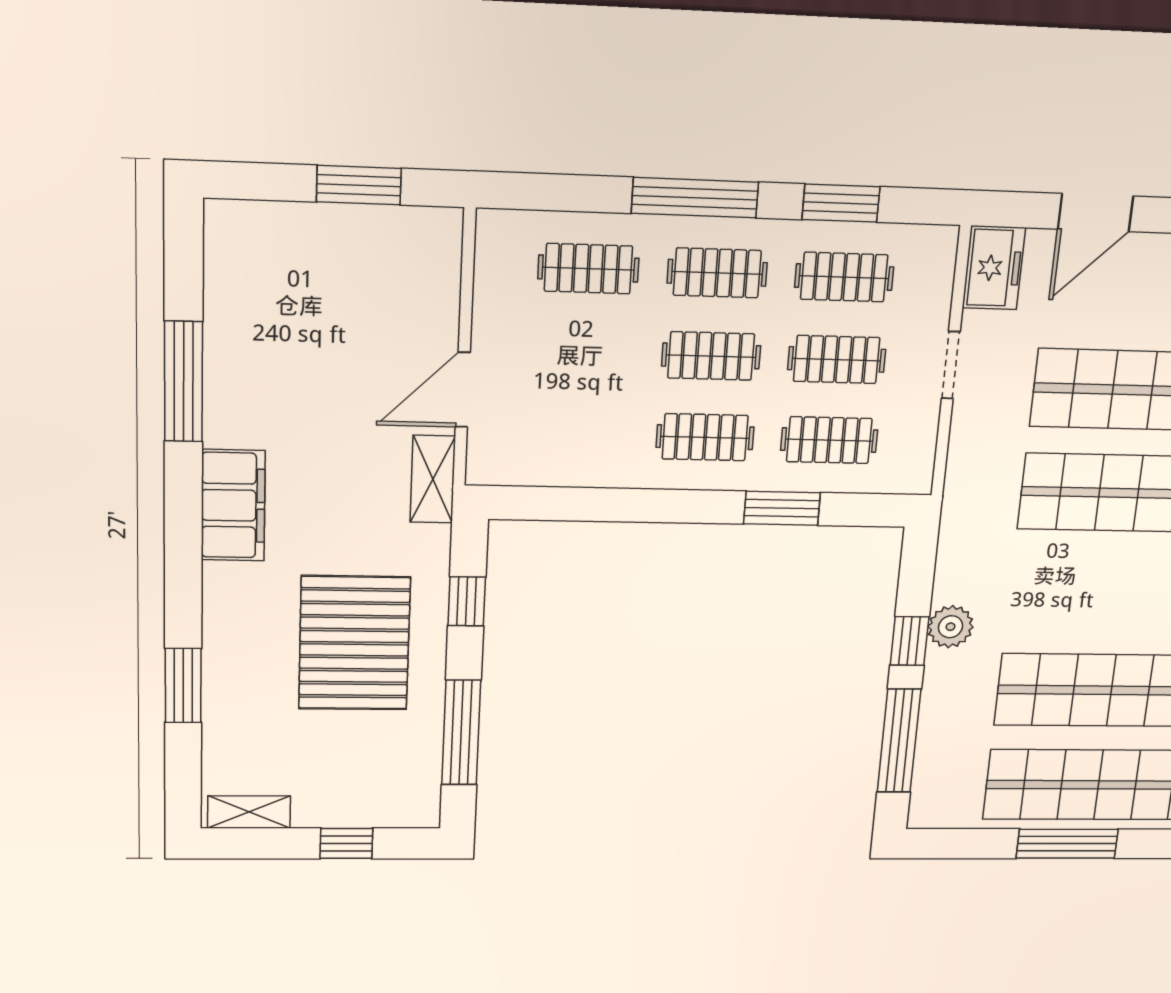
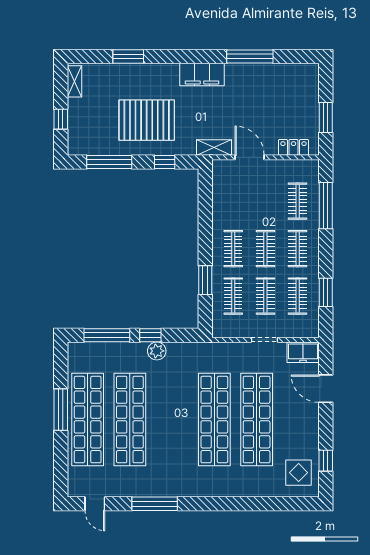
window: (695, 198) -> (326, 206), moved
locker: (440, 275) -> (293, 147), added

